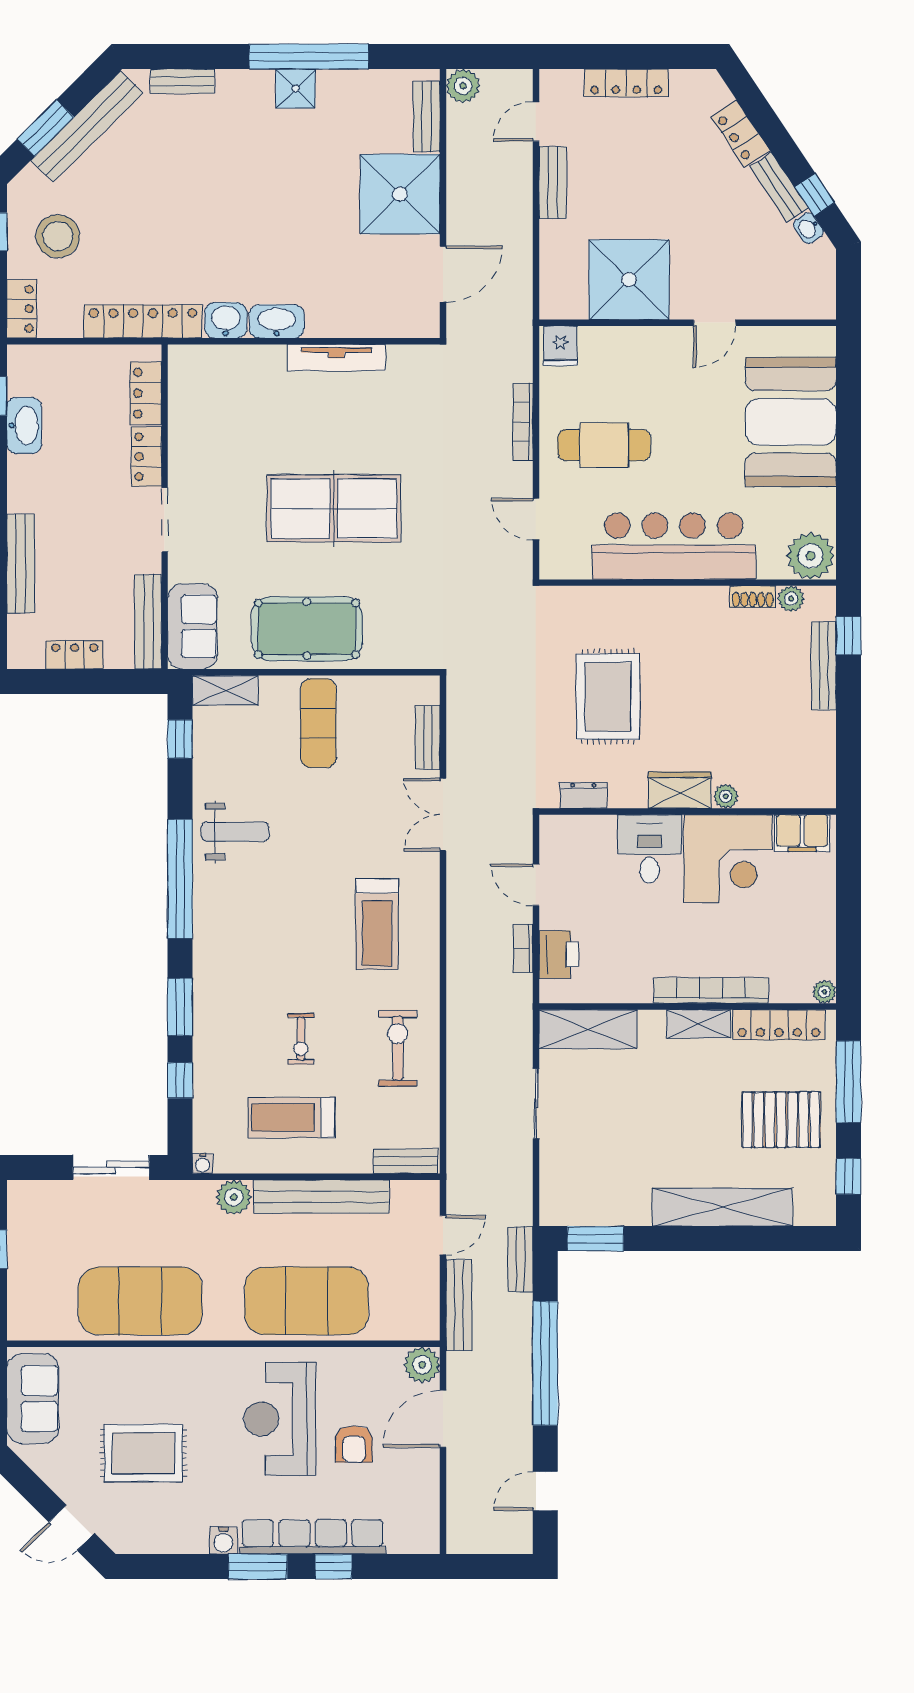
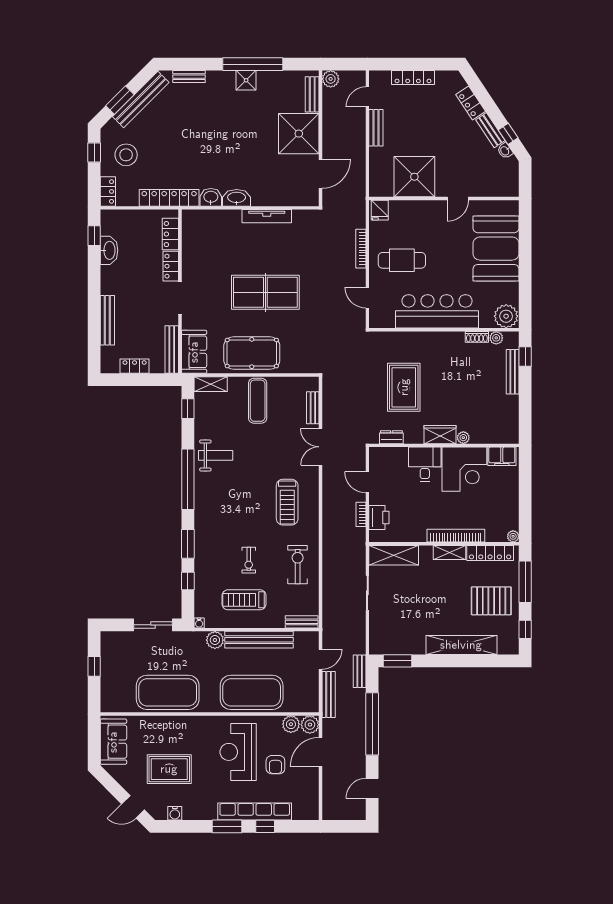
plant: (384, 1364) -> (291, 724), added
water cooler: (223, 1540) -> (175, 813), moved

